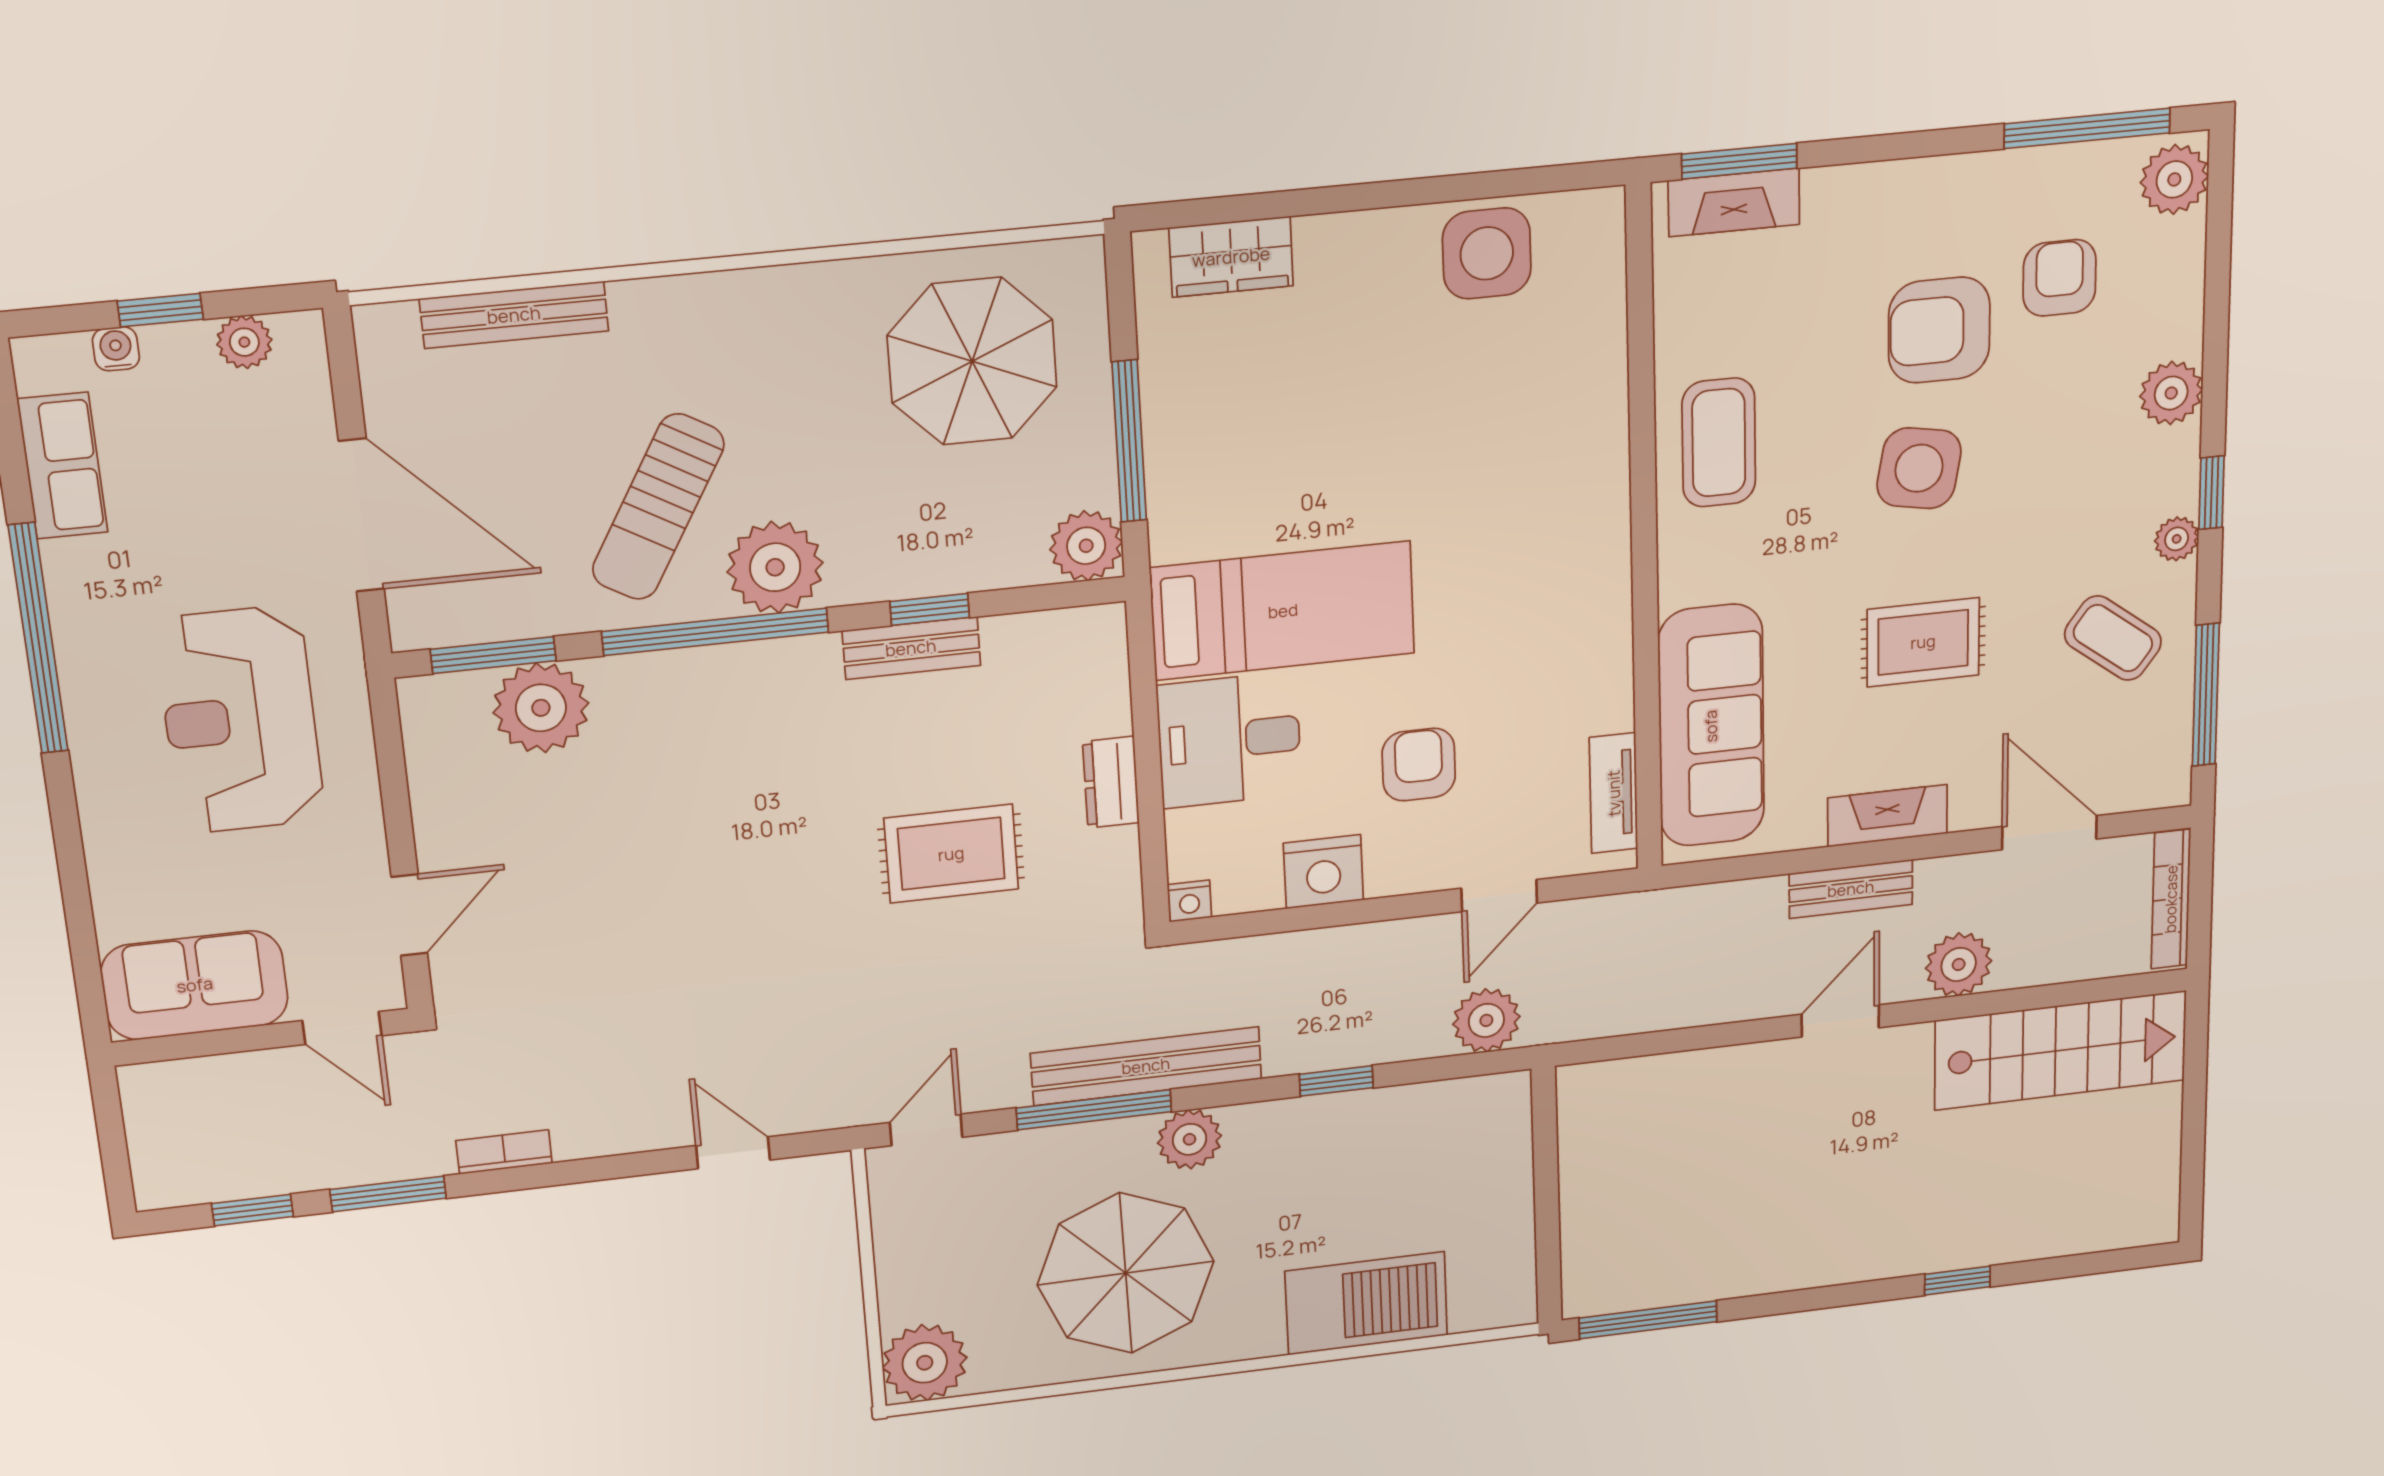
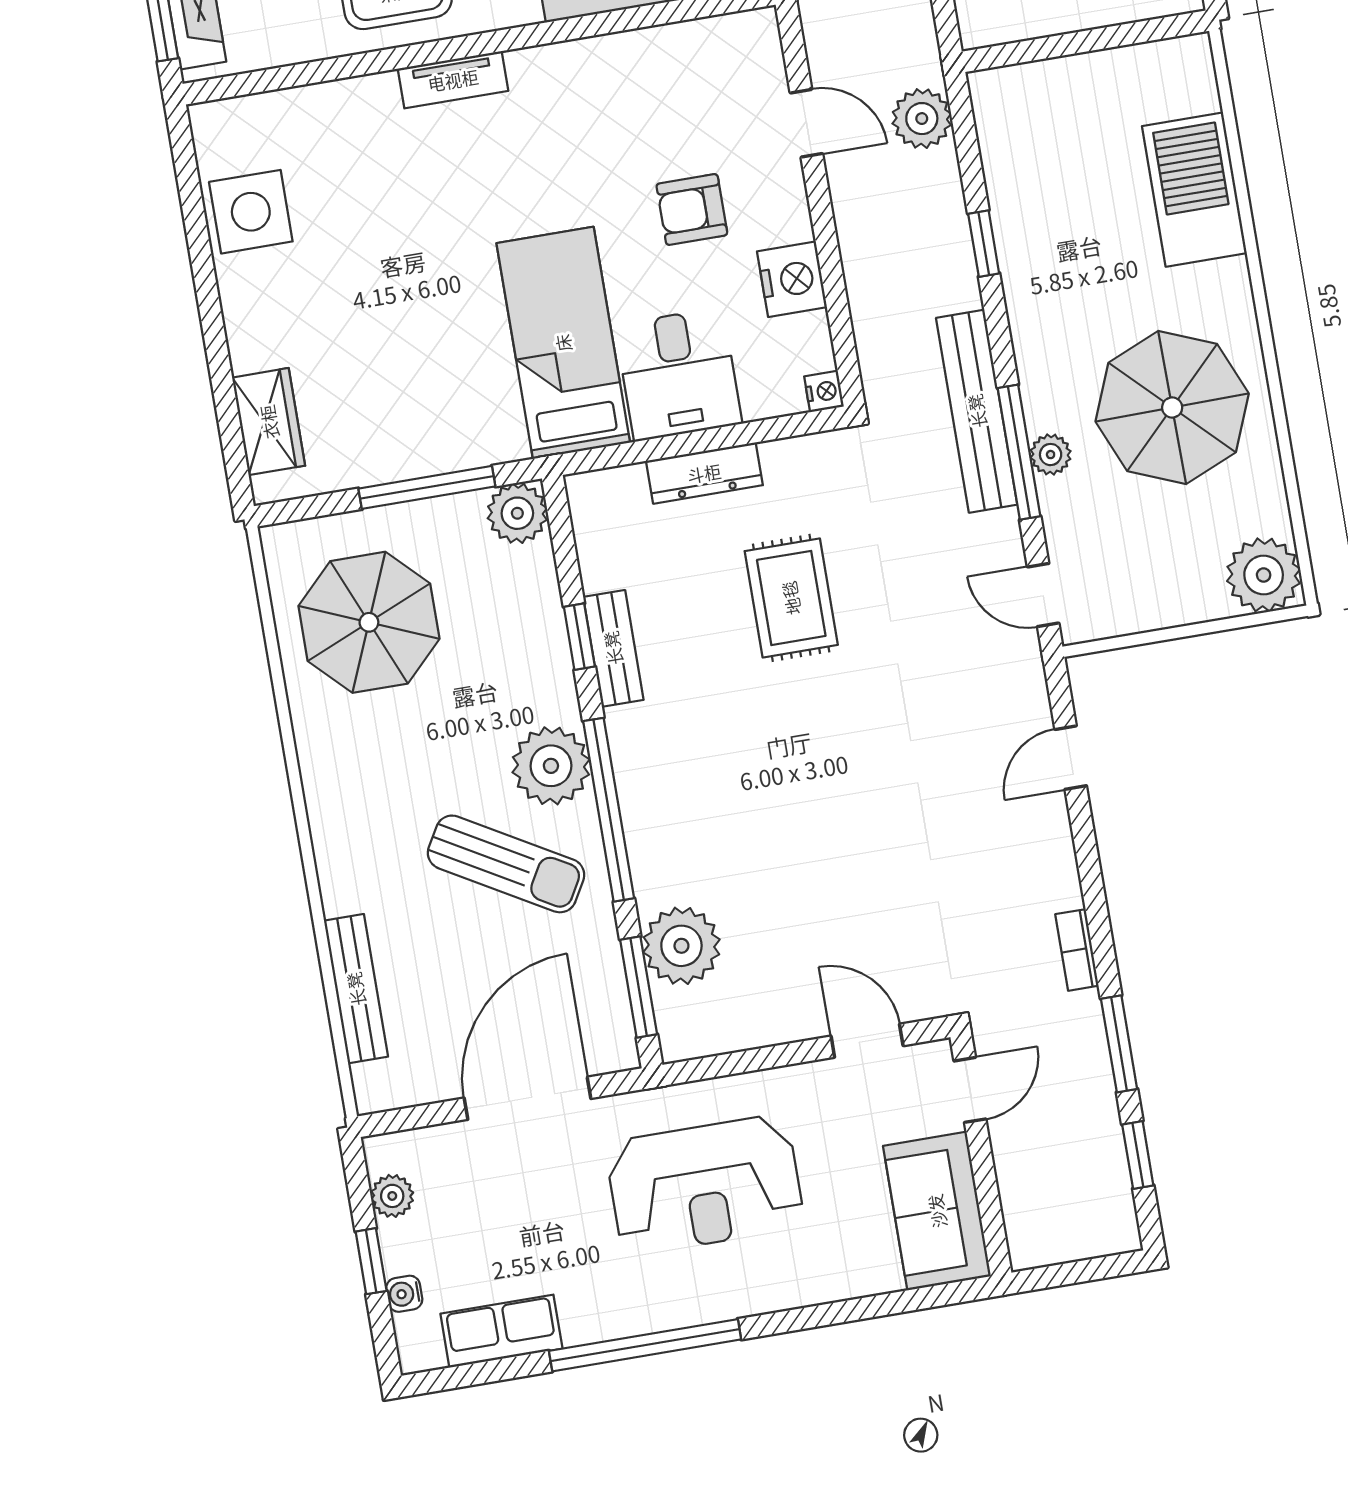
dresser: (1111, 782) -> (704, 473), width x1.44
tv unit: (1614, 793) -> (453, 80), moved
plant: (1190, 1139) -> (1051, 455), moved, width x0.73, depth x0.73

